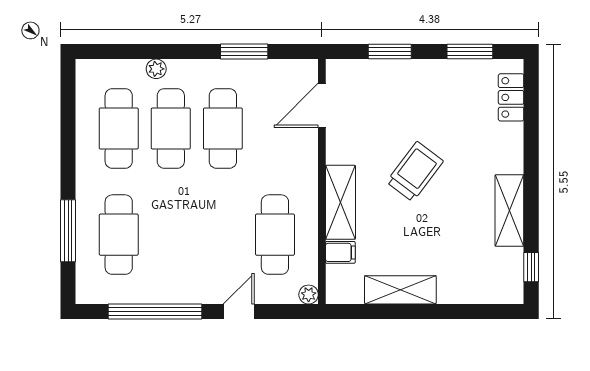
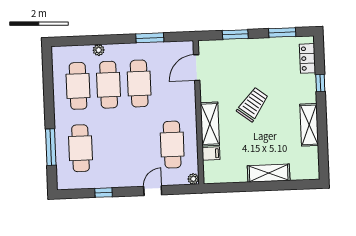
window: (531, 267) -> (320, 83), moved
shelving: (400, 290) -> (269, 173), moved
window: (155, 312) -> (104, 193), width x0.32

